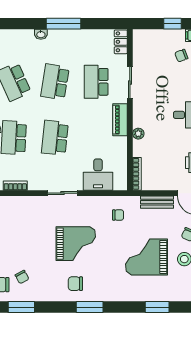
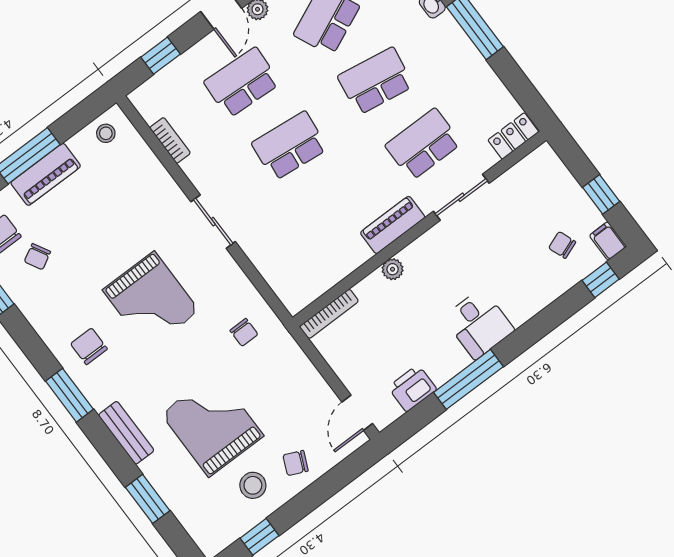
desk: (98, 175) -> (283, 255), removed
bench: (157, 202) -> (126, 433), moved

